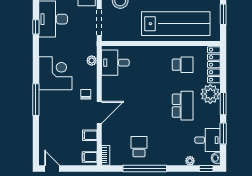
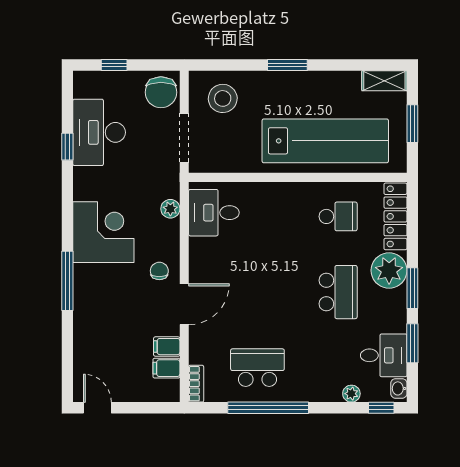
school desk: (139, 147) -> (257, 368), width x1.85
filing cabinet: (90, 157) -> (166, 368), moved

